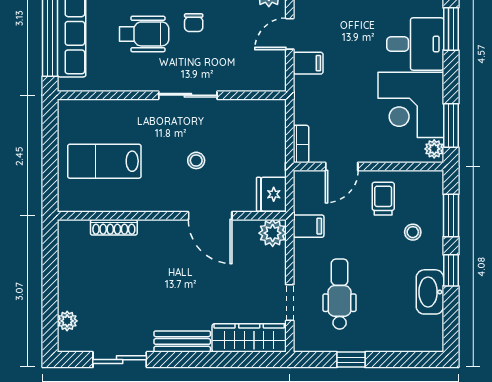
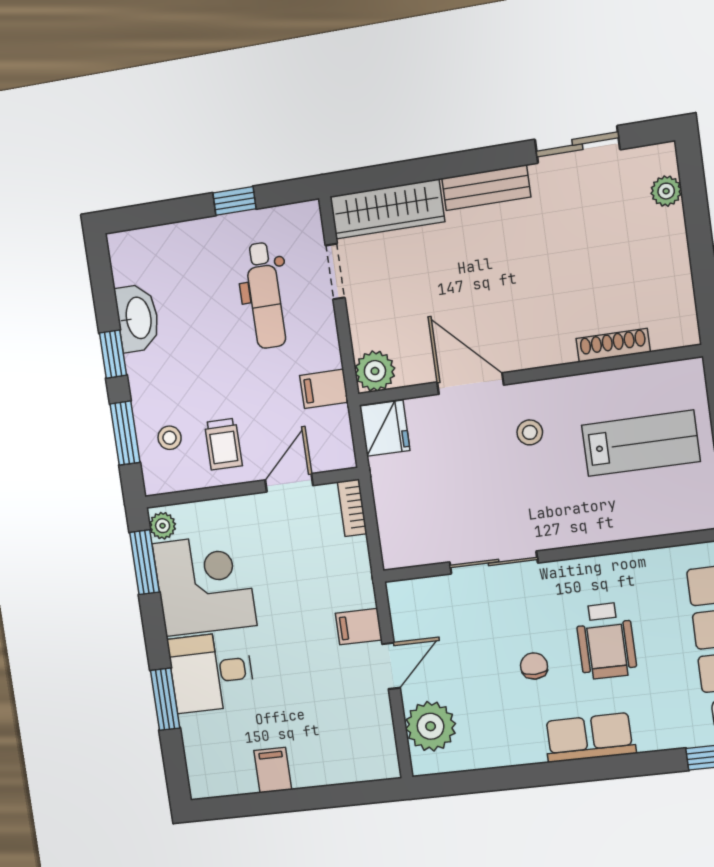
wheelchair: (144, 34) -> (606, 641), turned -90
sliding door: (188, 95) -> (494, 562), moved
stool: (196, 160) -> (530, 432), moved
stool: (413, 232) -> (170, 438), moved

